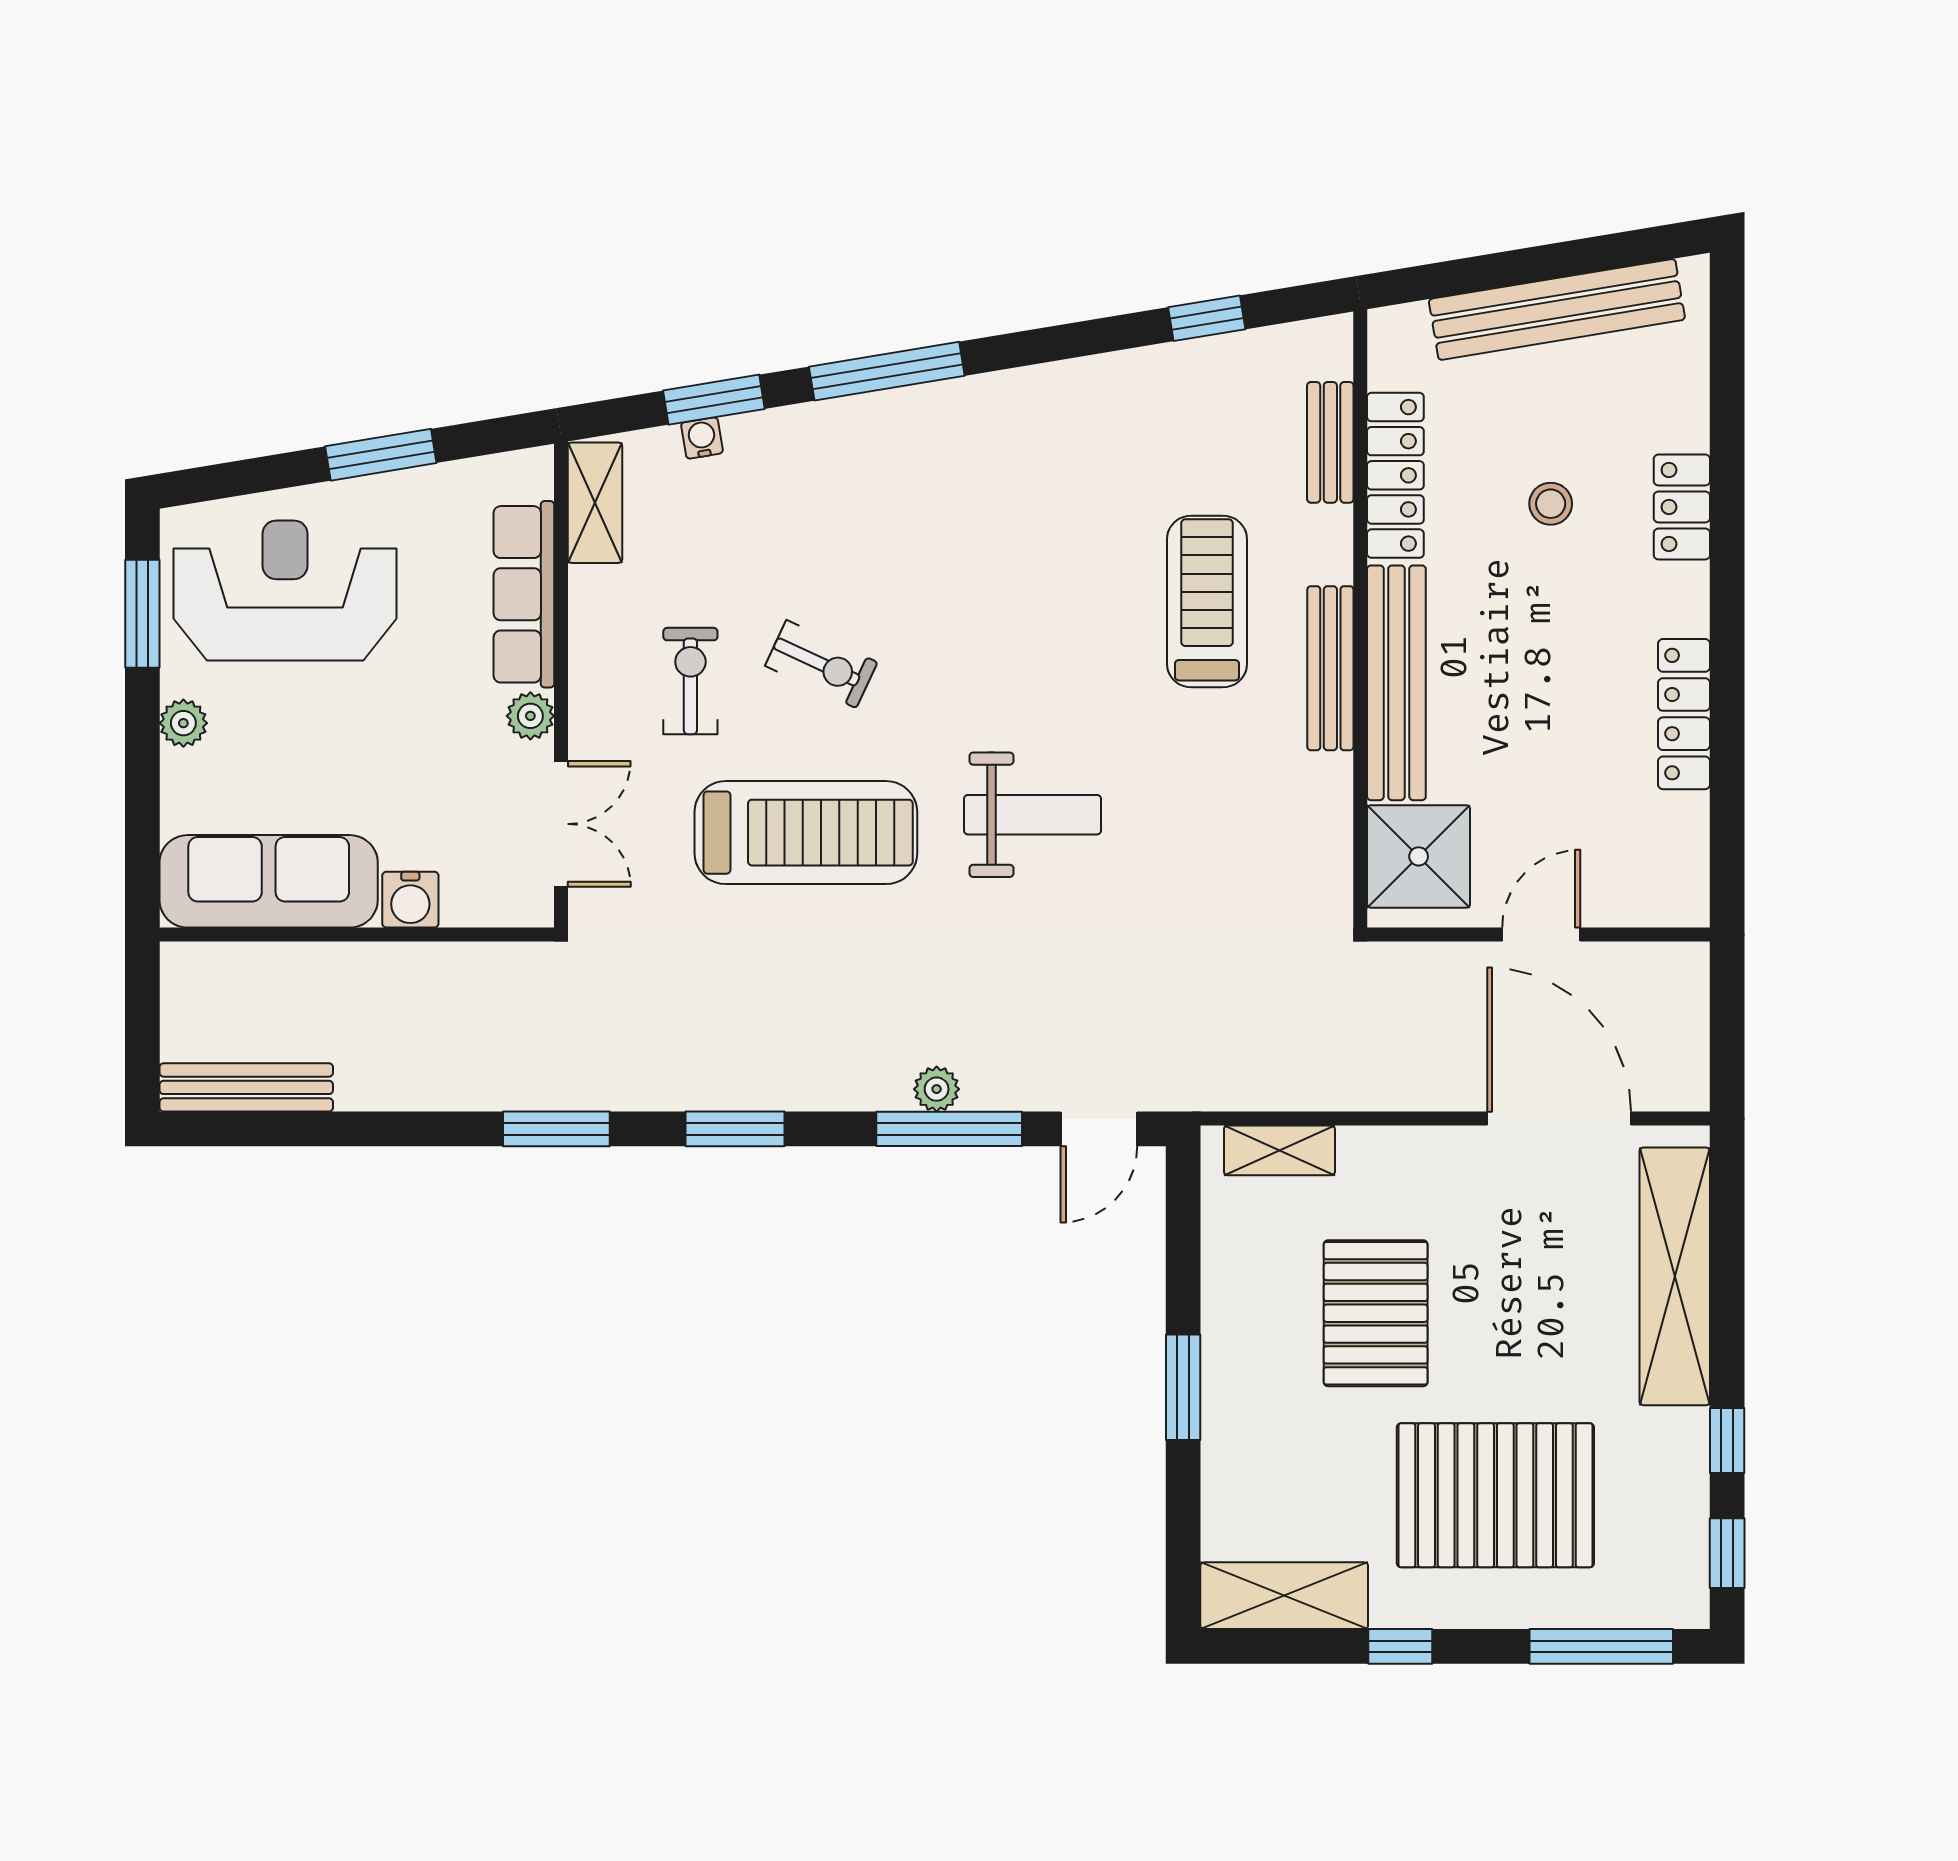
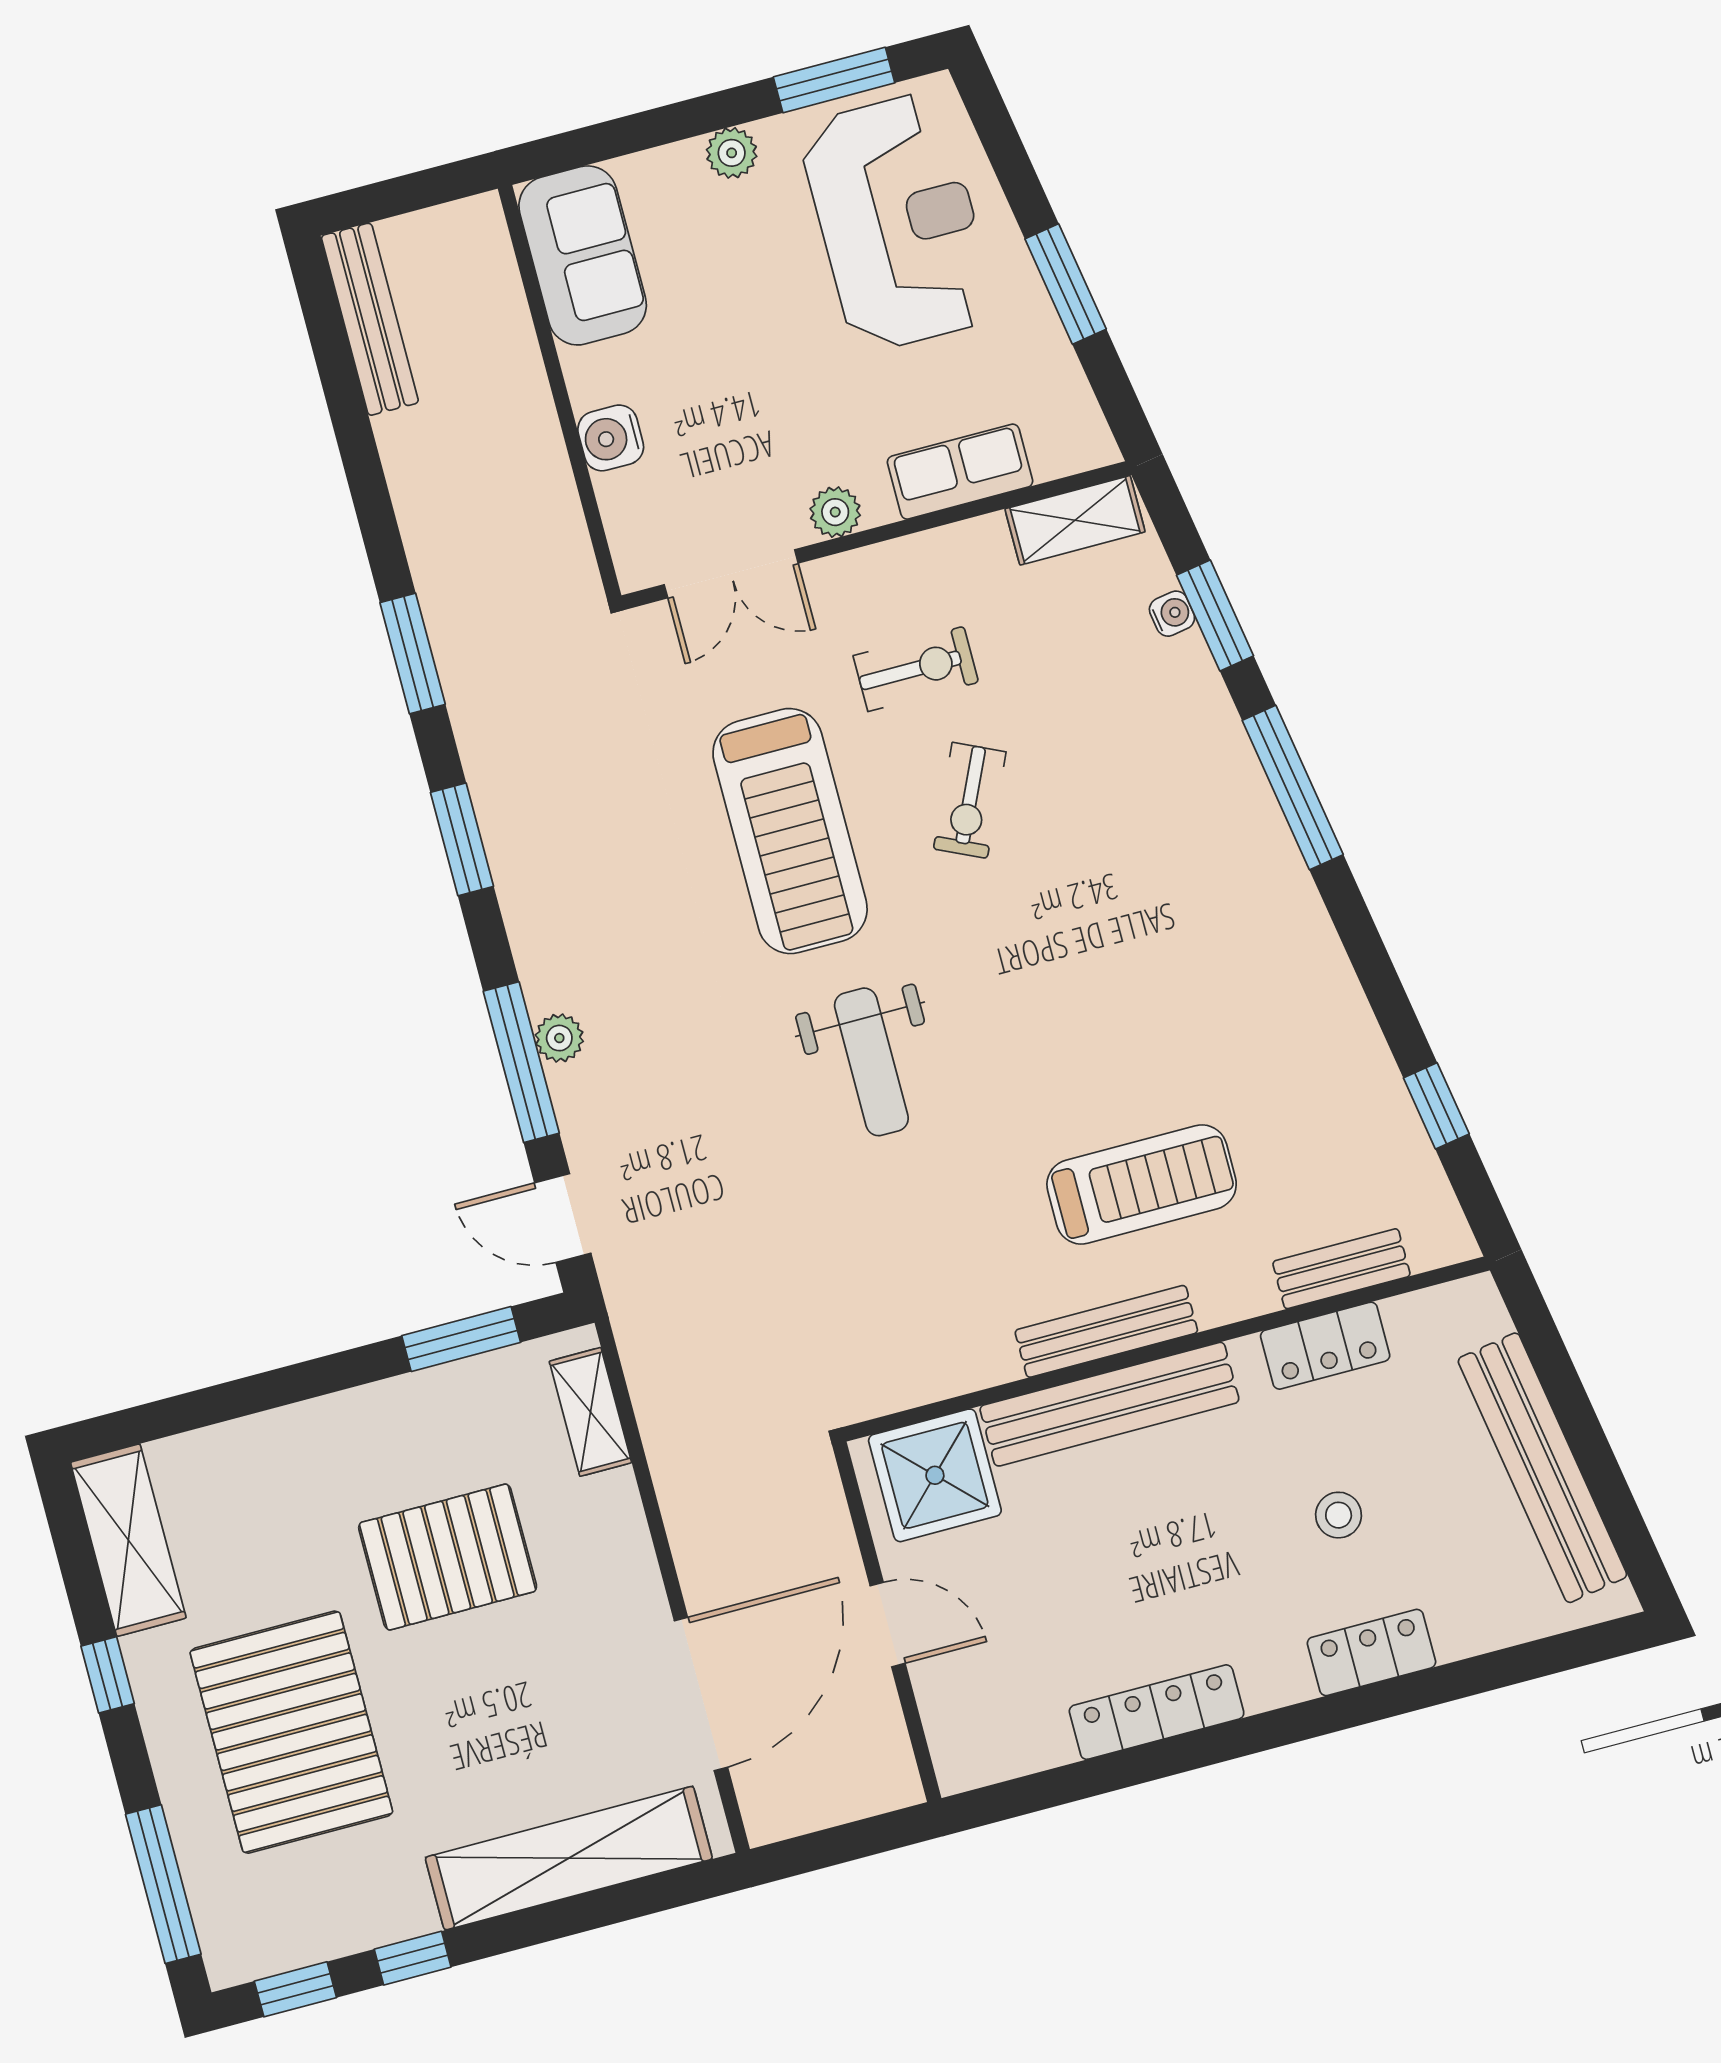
locker: (1395, 475) -> (1325, 1346), width x0.66
row of seats: (524, 594) -> (960, 472), width x0.68
sofa: (269, 881) -> (583, 255), width x0.73
window: (1183, 1387) -> (461, 1339), moved

